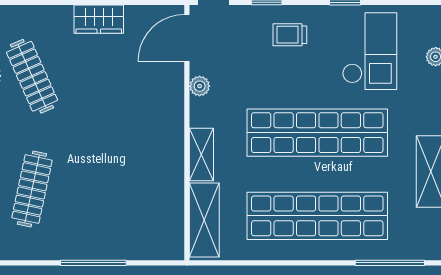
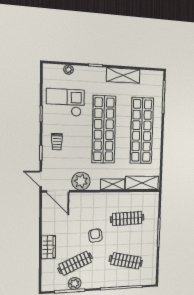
wardrobe: (99, 19) -> (48, 247), moved
plant: (200, 86) -> (81, 181), width x1.88, depth x1.88
armchair: (91, 119) -> (95, 236), added
clothes rail: (127, 189) -> (127, 219), added

